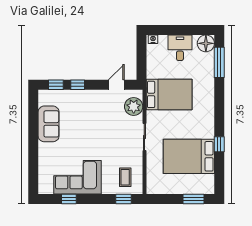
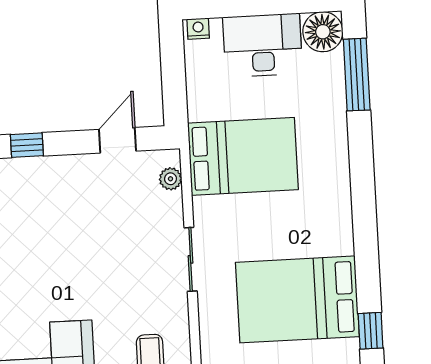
desk: (180, 48) -> (263, 45), width x1.37
plant: (134, 106) -> (170, 179), width x0.53, depth x0.53
window: (219, 144) -> (371, 331), moved

